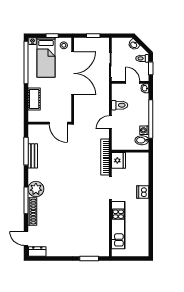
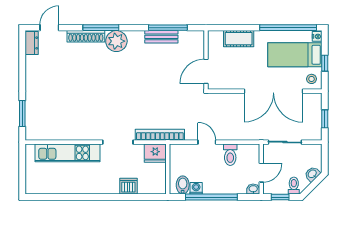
dishwasher: (143, 192) -> (128, 186), moved

